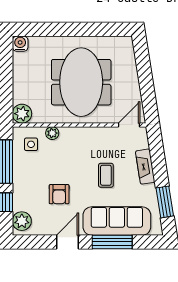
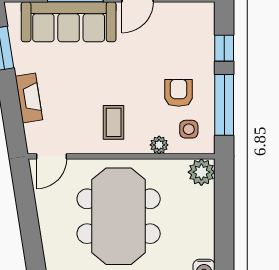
coffee table: (106, 175) -> (114, 122), moved
armchair: (59, 194) -> (179, 93), moved
plant: (22, 221) -> (202, 22), removed

